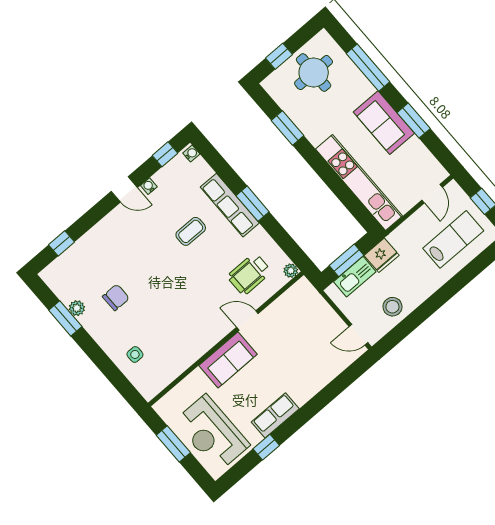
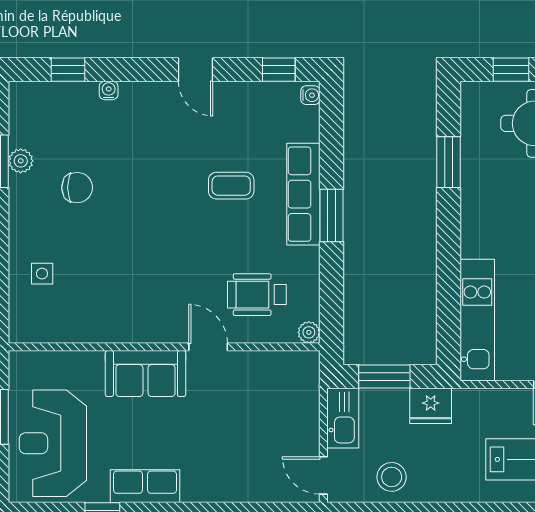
kitchen unit: (359, 183) -> (477, 320), width x0.73
water cooler: (149, 186) -> (109, 90), moved
kitchen sink: (355, 277) -> (343, 418), moved, turned -90

